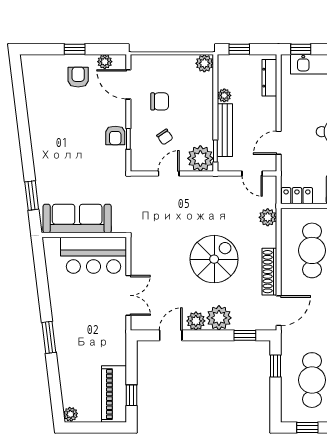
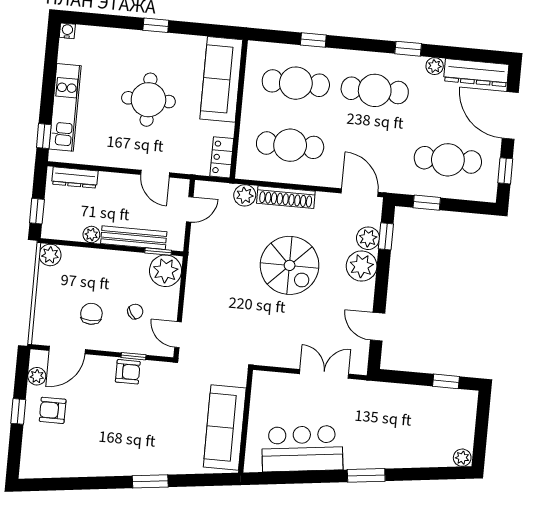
door: (169, 174) -> (178, 335), moved
window: (32, 196) -> (150, 481), moved
bar counter: (94, 255) -> (302, 449), moved, turned -97
spiral stairs: (214, 259) -> (290, 265), turned 180
shoe rack: (269, 272) -> (286, 197), moved
plant: (196, 321) -> (368, 238), moved
piano: (114, 394) -> (443, 402), removed

